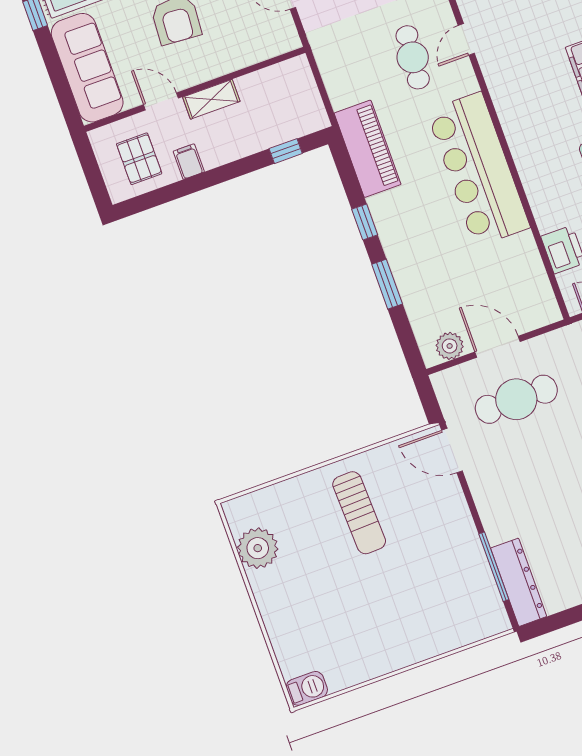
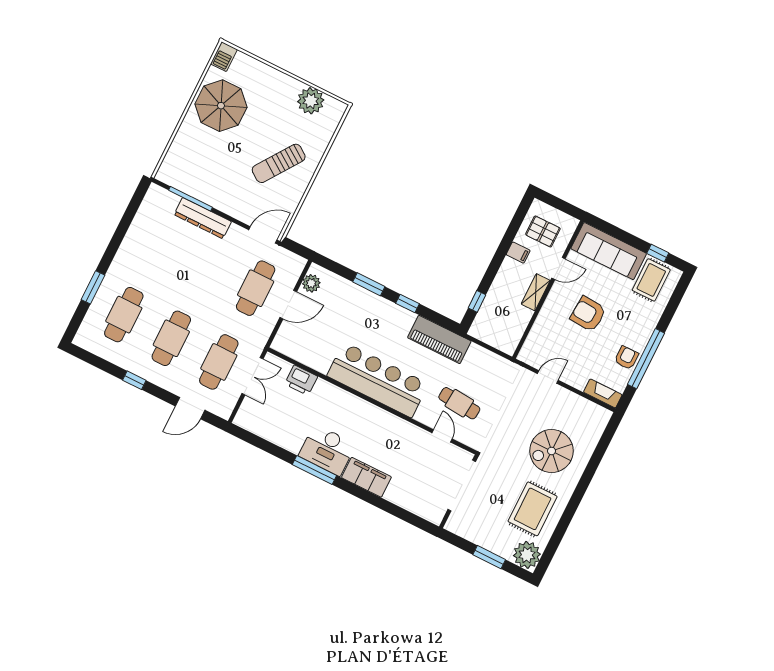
sun lounger: (359, 513) -> (279, 163), turned -53
dresser: (519, 582) -> (203, 218), moved
parasol: (362, 637) -> (221, 106), added

